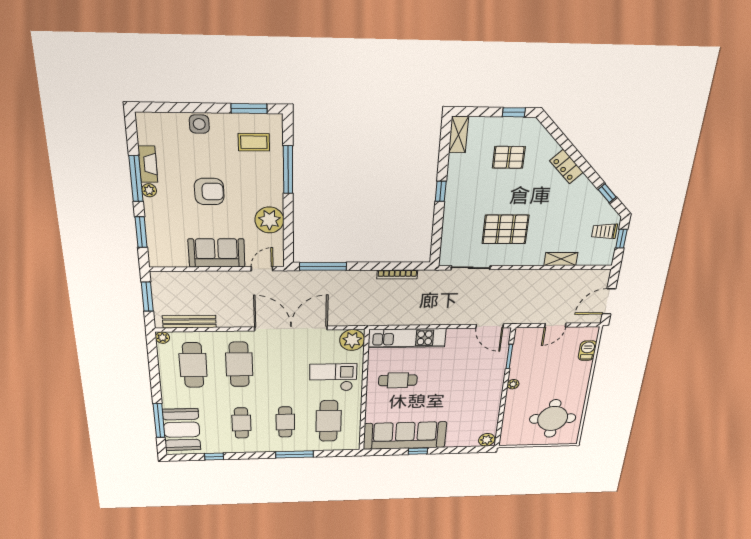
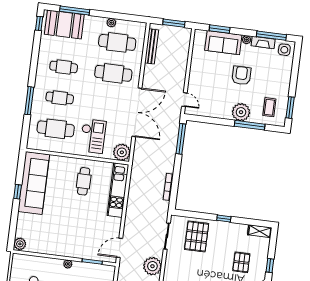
side table: (199, 124) -> (284, 50), moved
window: (136, 179) -> (271, 36), moved
armchair: (209, 192) -> (241, 75), turned 180
plant: (269, 220) -> (241, 112), moved
pallet: (505, 229) -> (197, 236), moved
sofa: (217, 253) -> (223, 43), moved, turned 90
plant: (515, 281) -> (152, 266), added
plant: (162, 338) -> (111, 23), moved
window: (214, 457) -> (39, 23), moved

